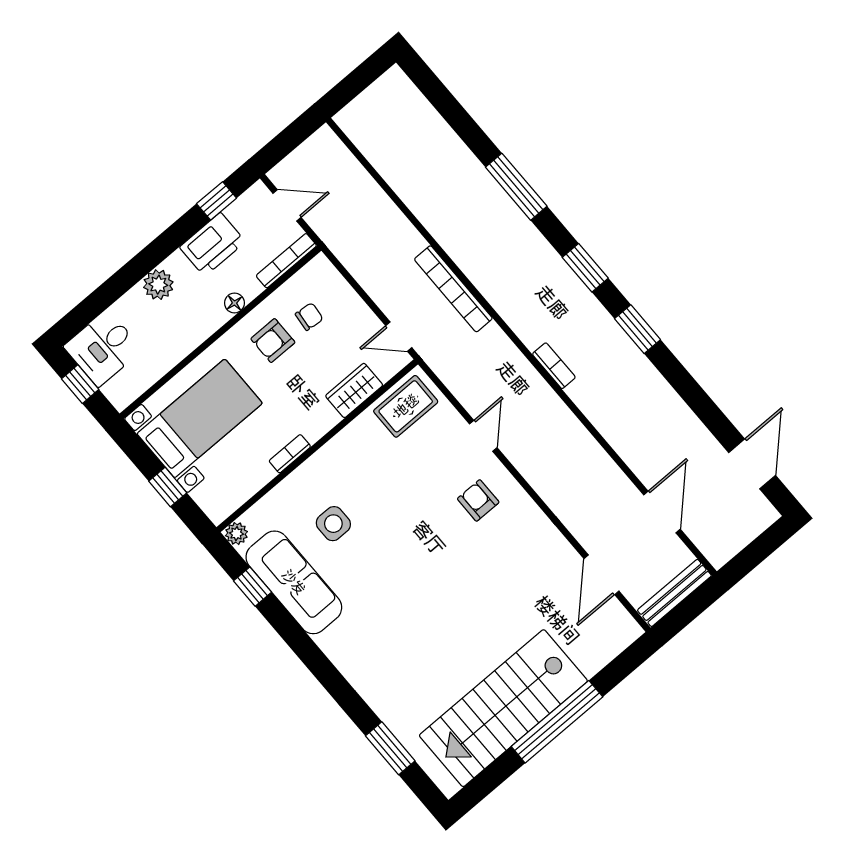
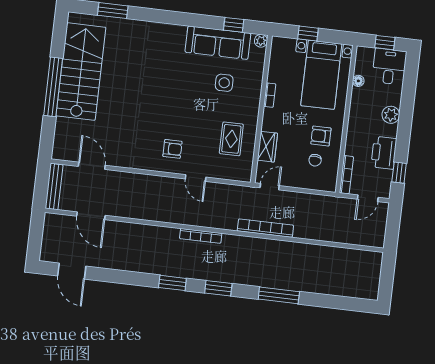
floor lamp: (234, 303) -> (358, 81), moved
armchair: (273, 341) -> (321, 136), turned -90
bookcase: (554, 366) -> (201, 236), width x1.56
rug: (406, 406) -> (231, 139), moved

